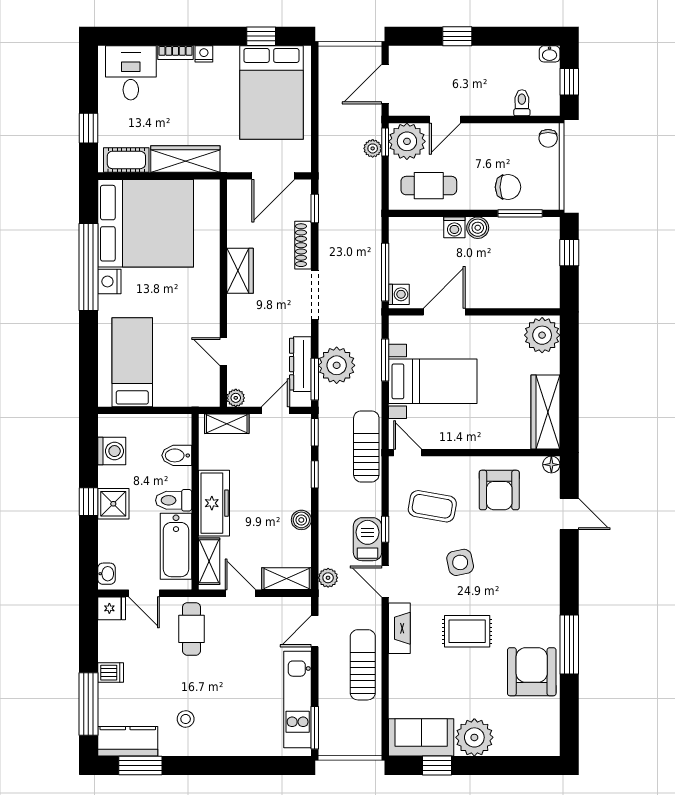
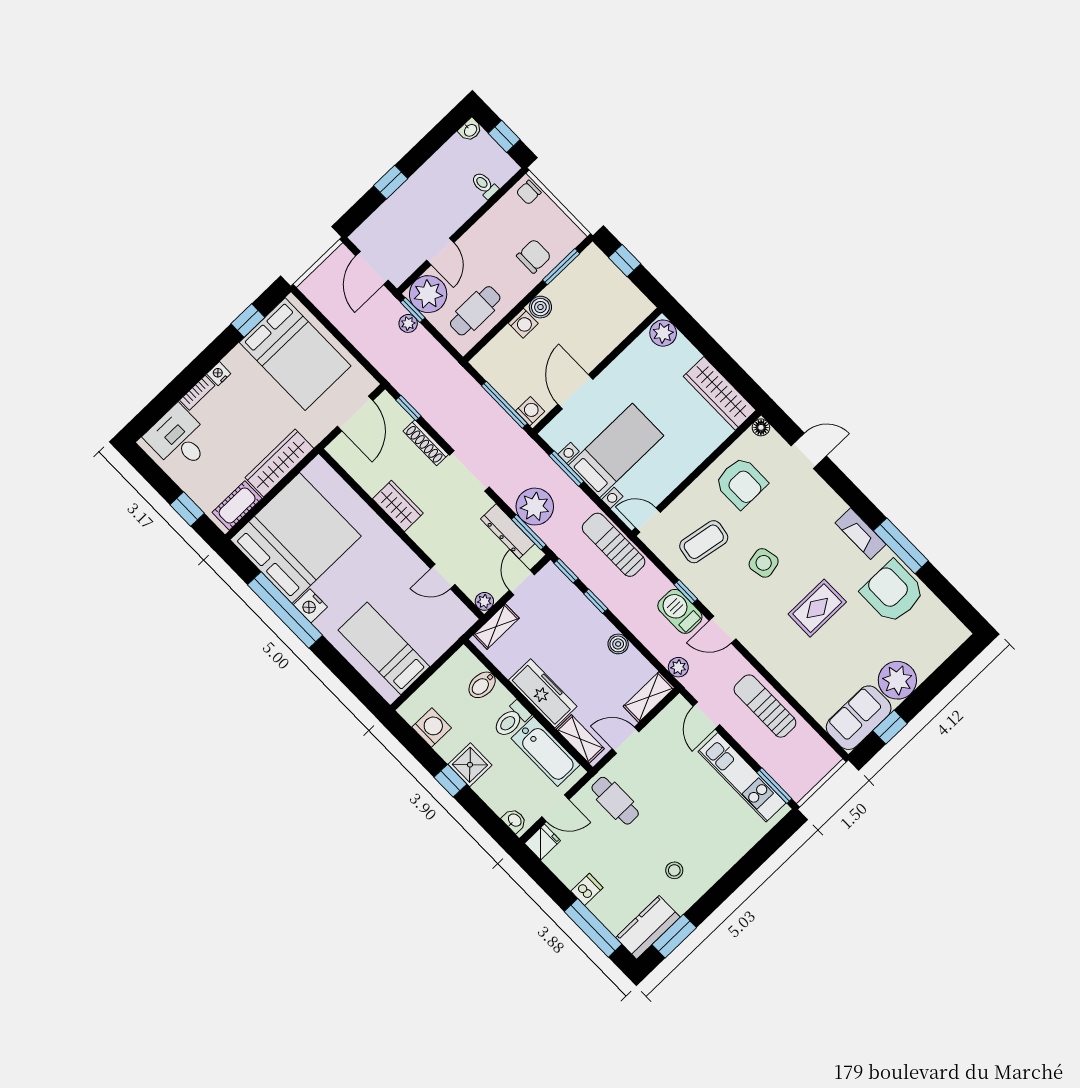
chair: (548, 138) -> (529, 192), turned 90
plant: (542, 335) -> (663, 333), width x0.73, depth x0.73
fireplace: (399, 628) -> (861, 534), moved, turned 180

